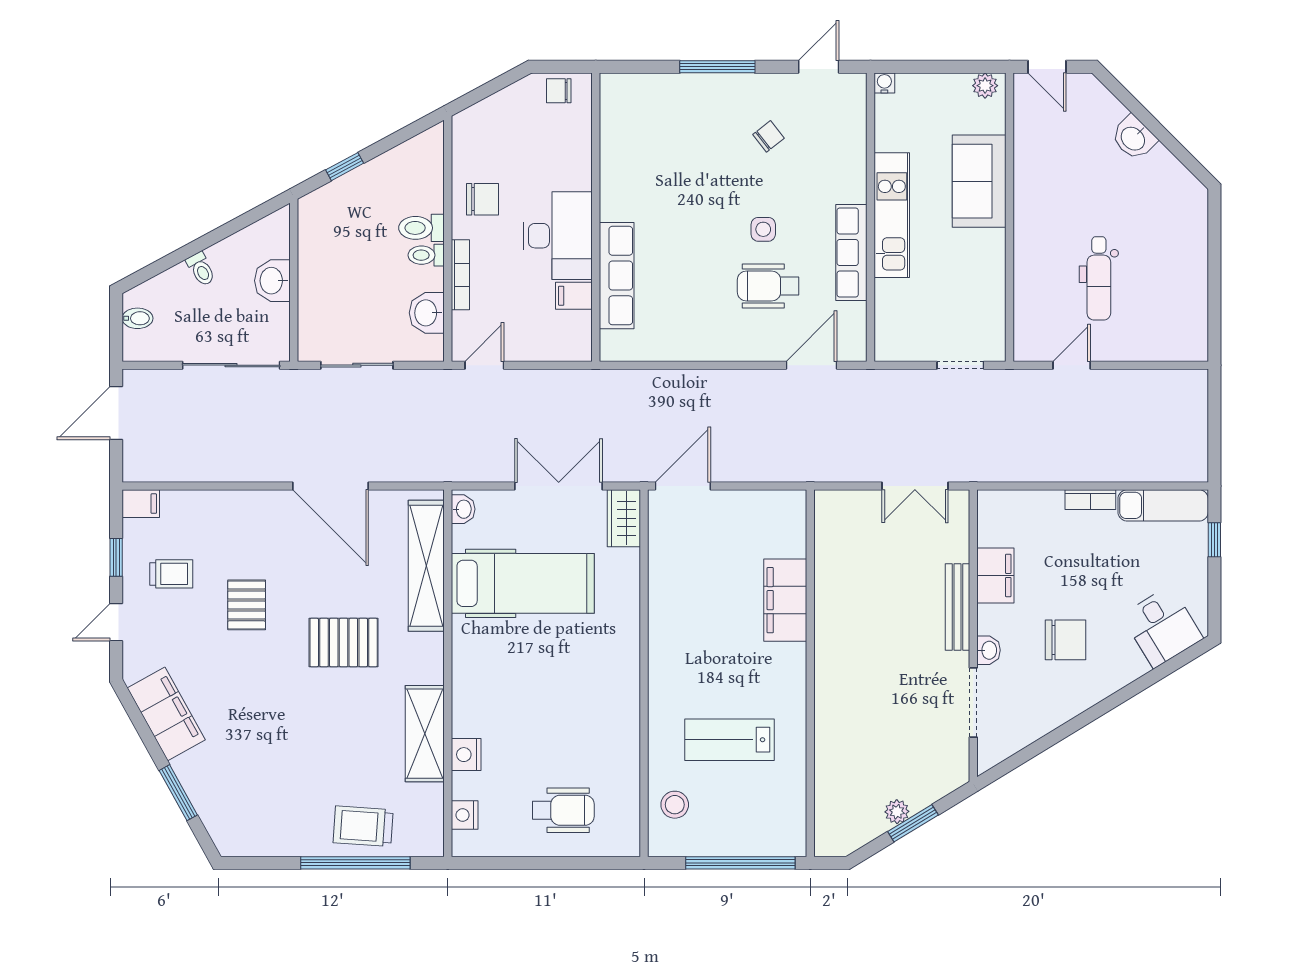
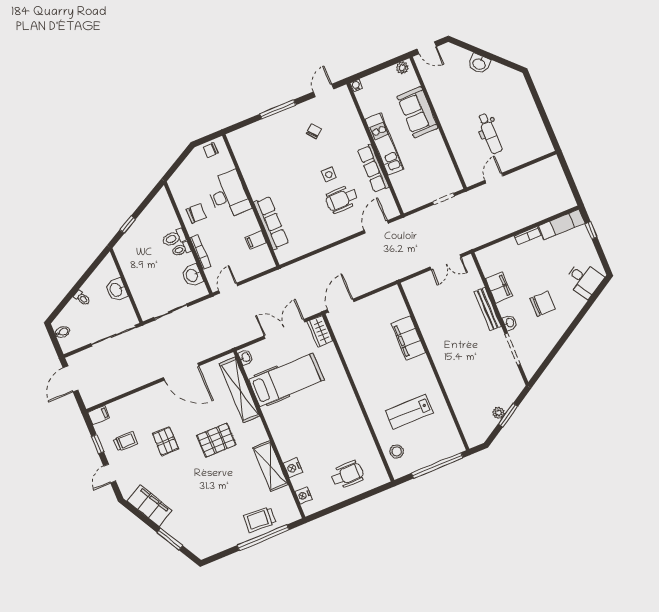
desk: (558, 236) -> (228, 195), moved

